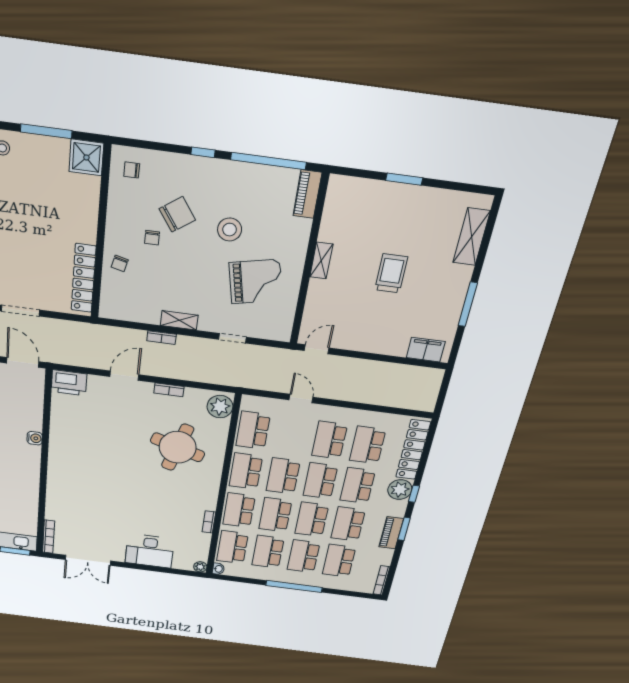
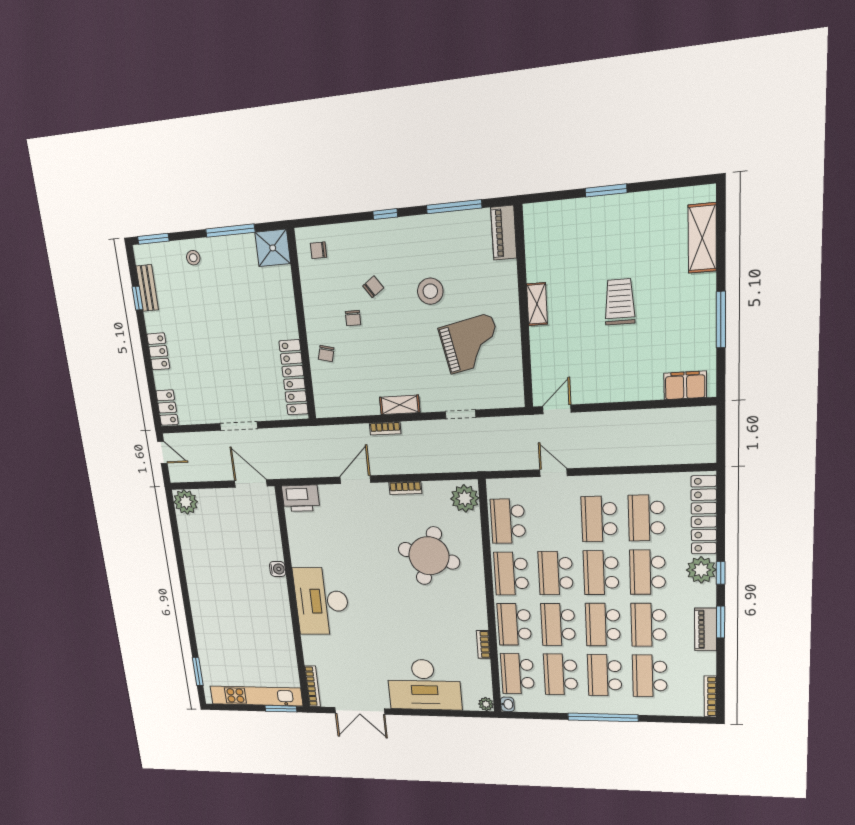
window: (268, 161) -> (454, 207), width x0.68
chair: (177, 214) -> (373, 287), width x0.54, depth x0.54
desk: (71, 470) -> (322, 601), added
desk: (150, 551) -> (424, 685), width x1.36, depth x1.30

